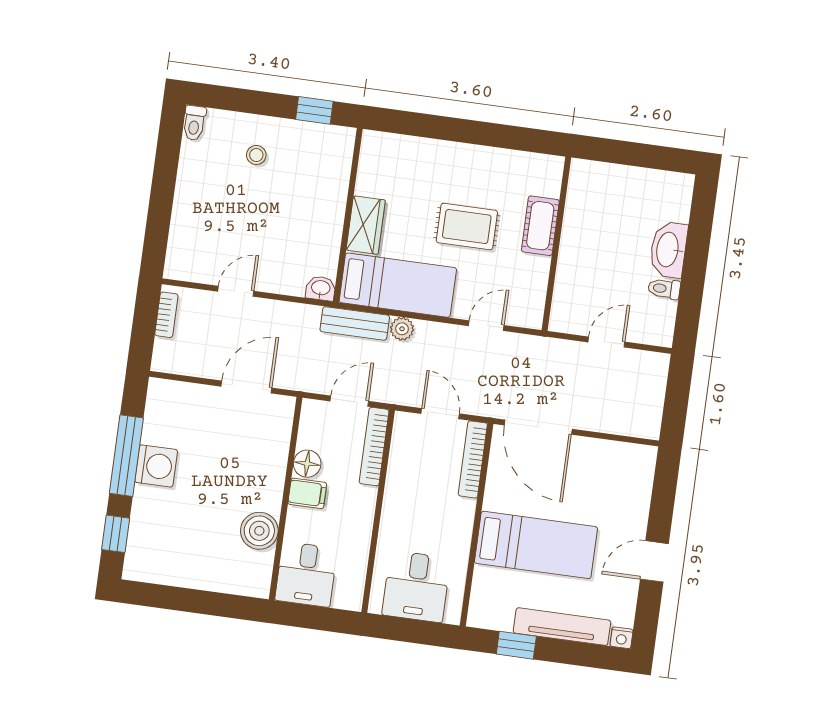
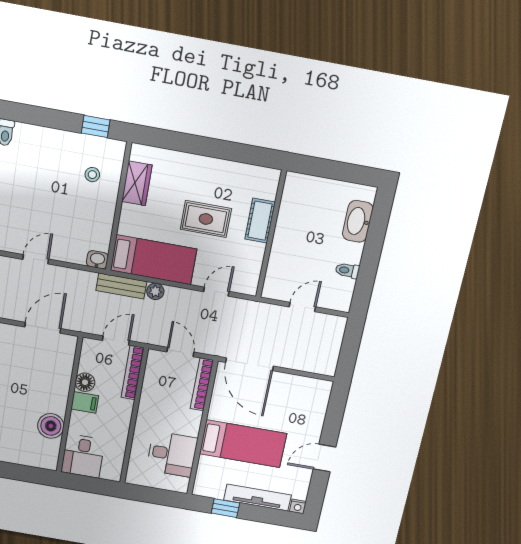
stool: (256, 155) -> (92, 175), moved
wardrobe: (366, 225) -> (137, 183), moved
washbasin: (668, 250) -> (358, 221), moved
desk: (416, 586) -> (172, 454), moved, turned -90

